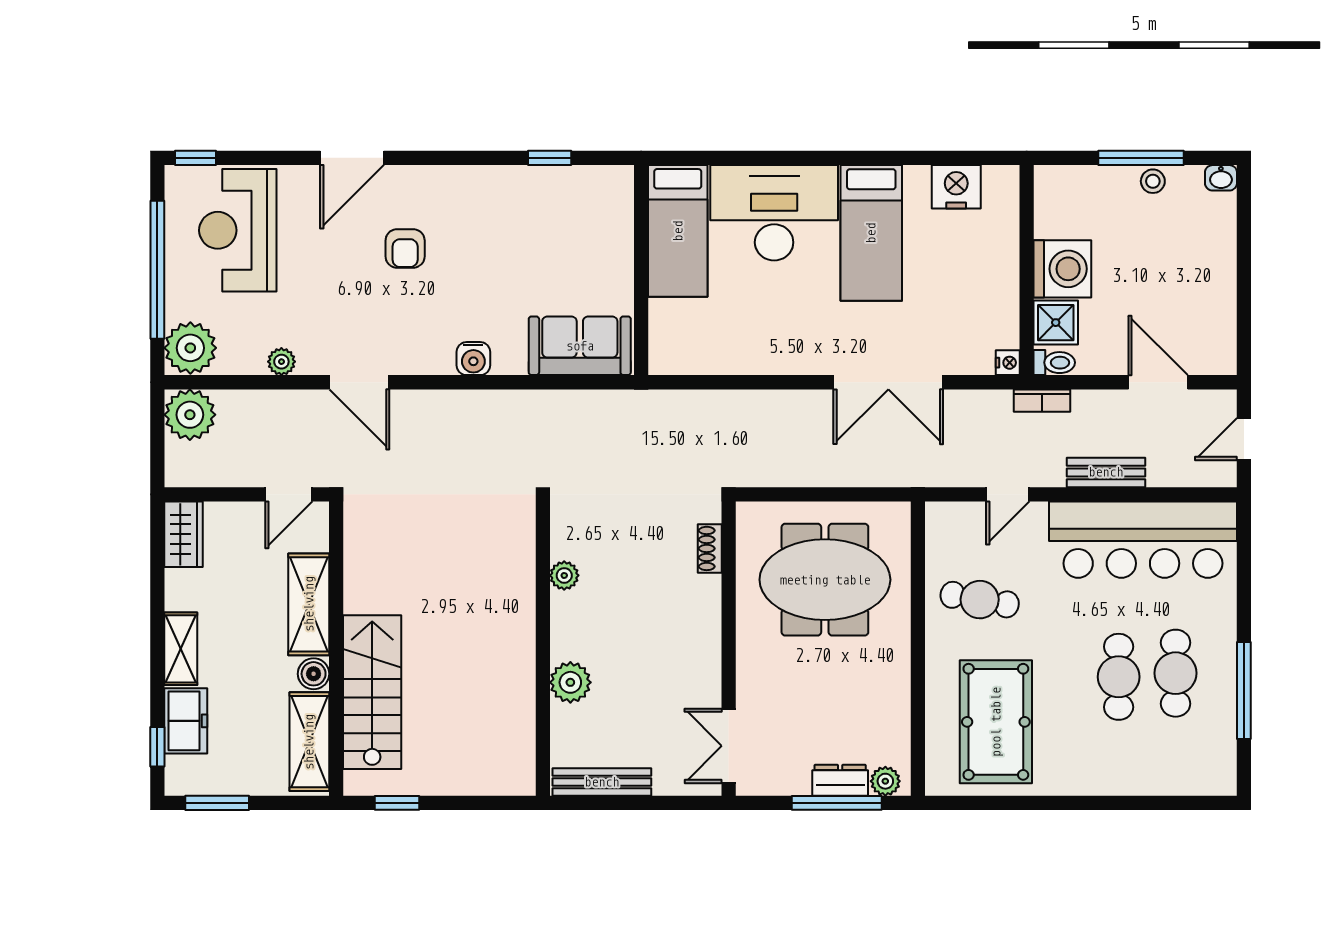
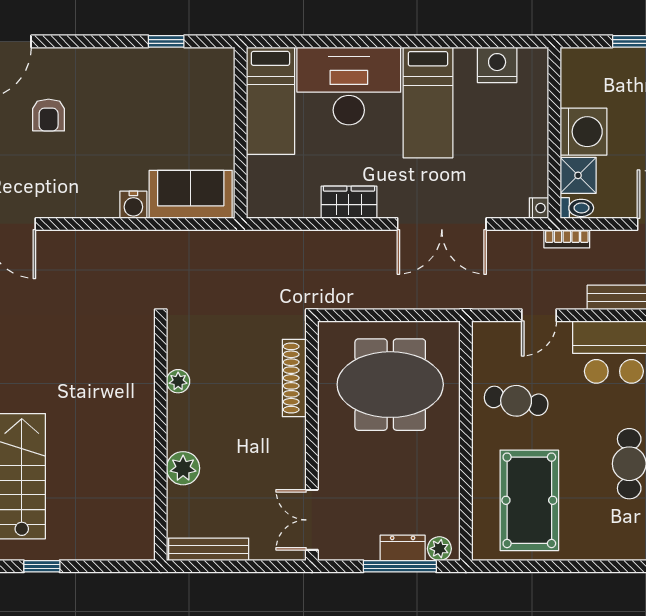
wardrobe: (774, 355) -> (349, 202), added
water cooler: (473, 359) -> (133, 205), moved
shoe rack: (710, 548) -> (294, 378), width x1.94, depth x1.24

